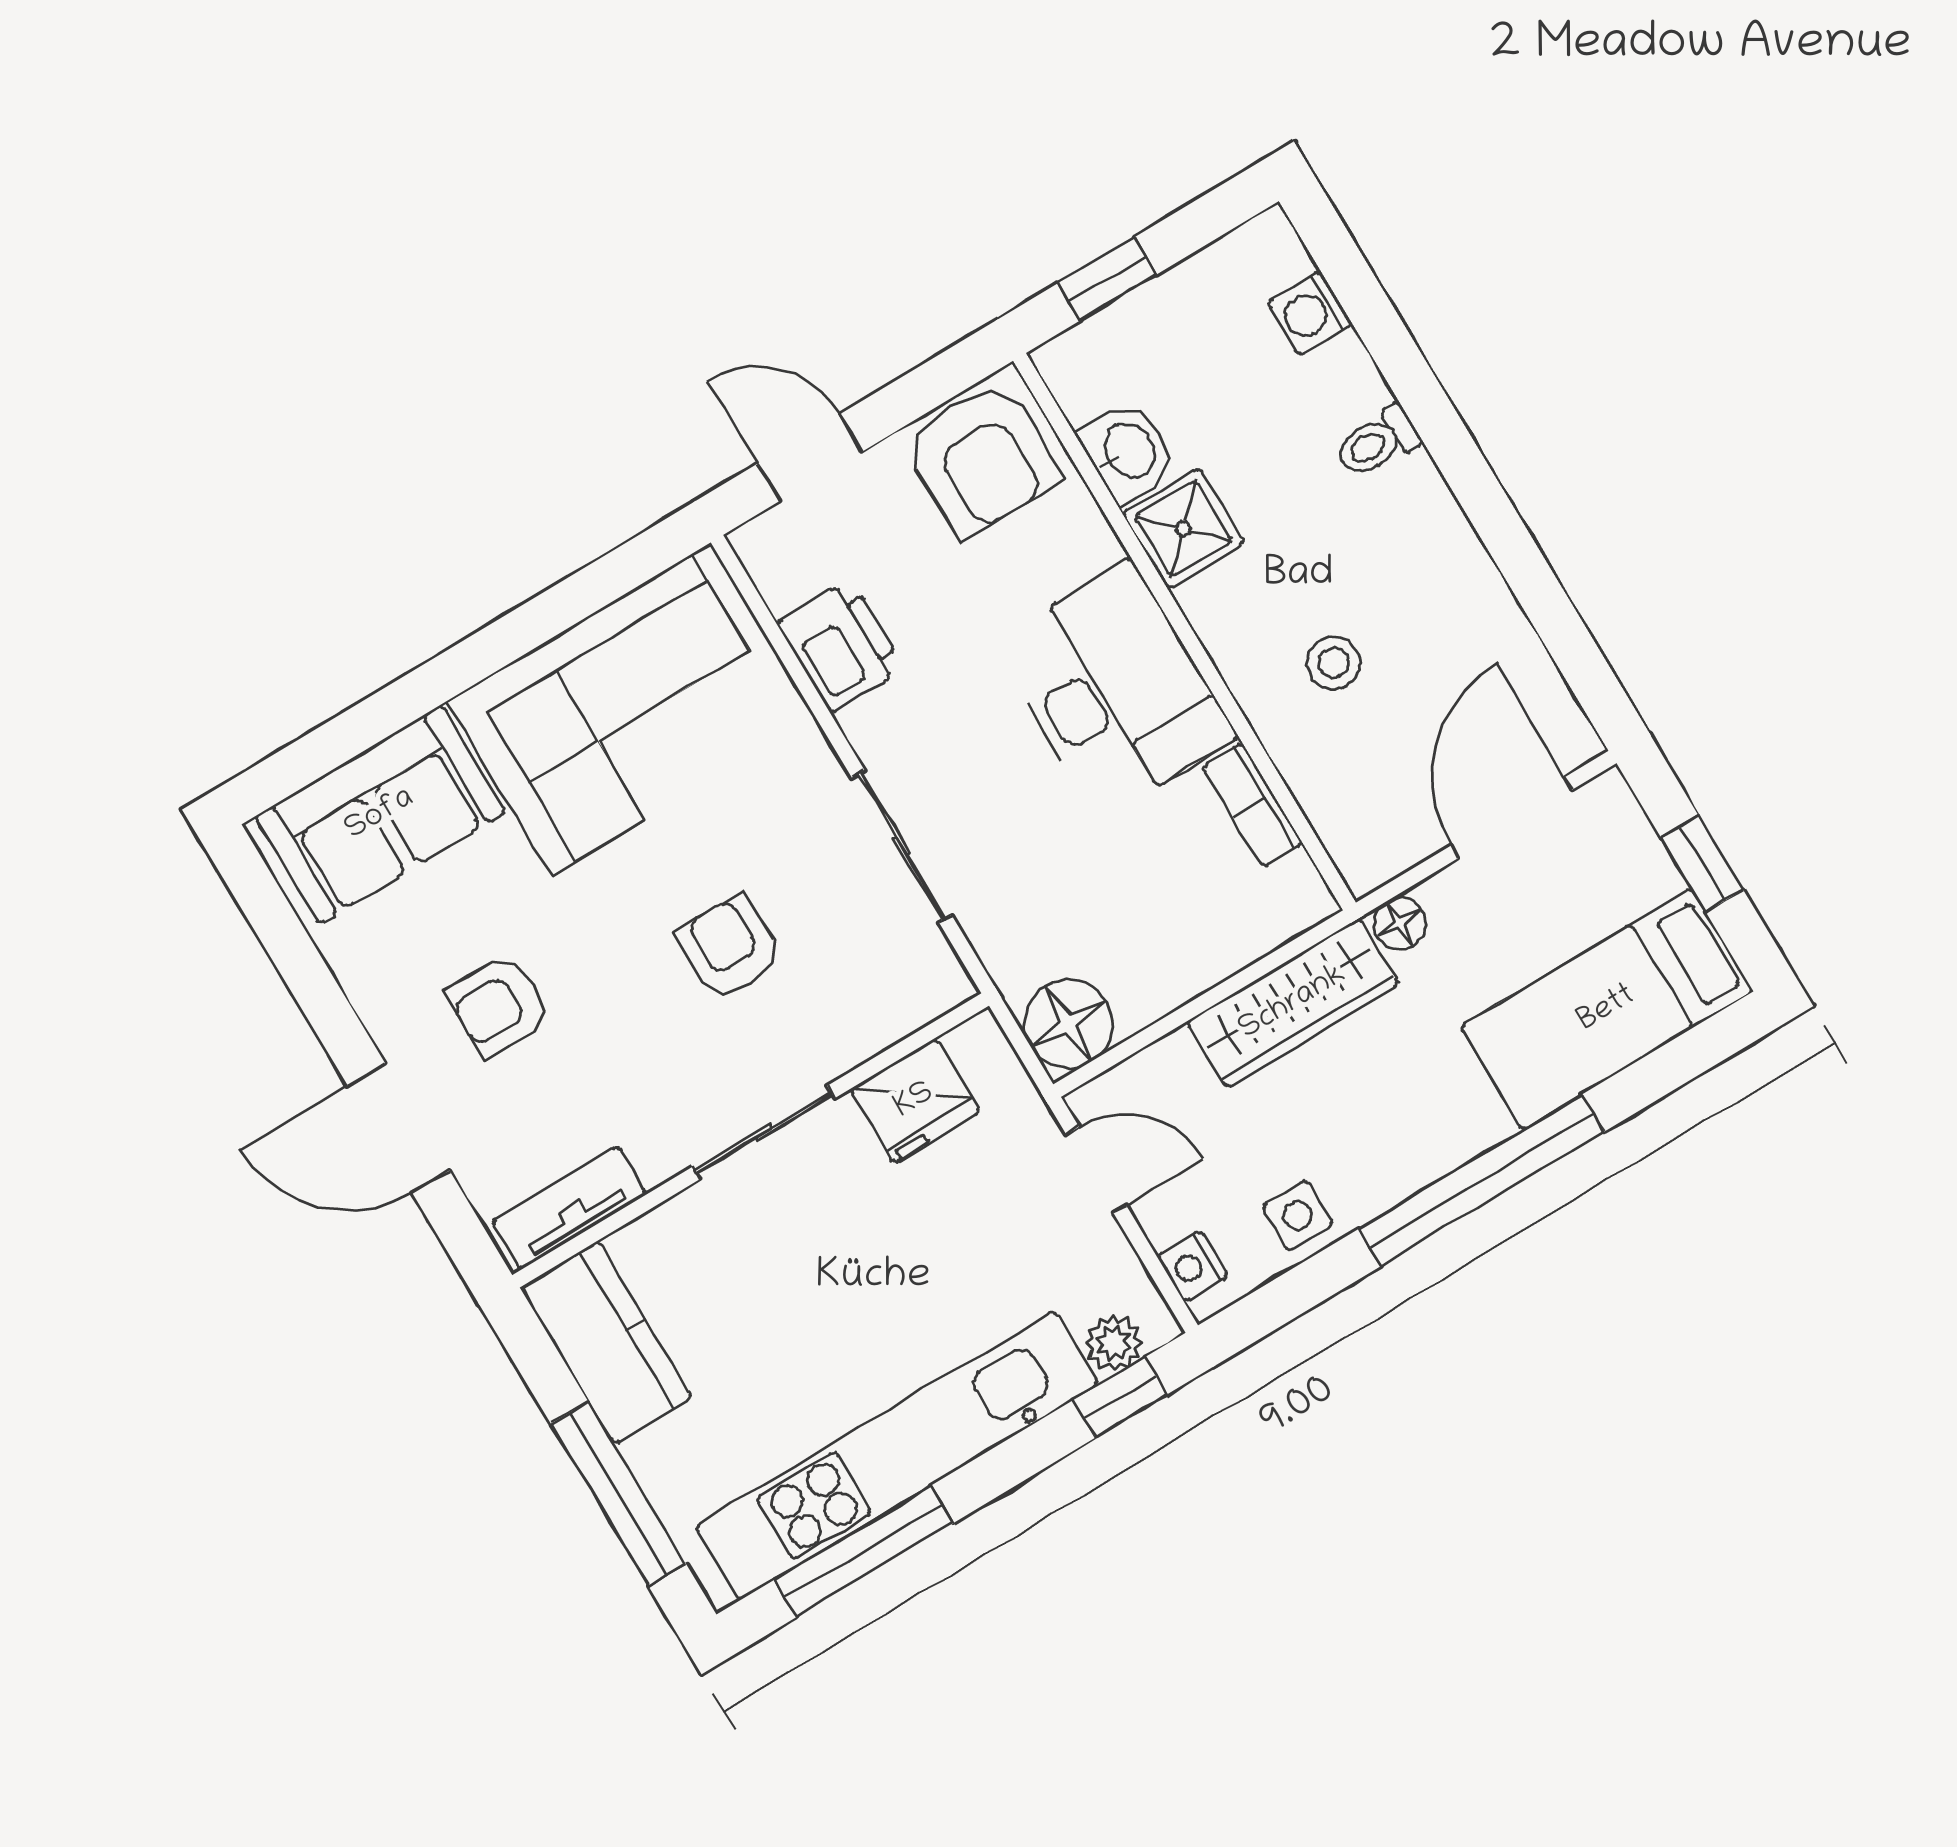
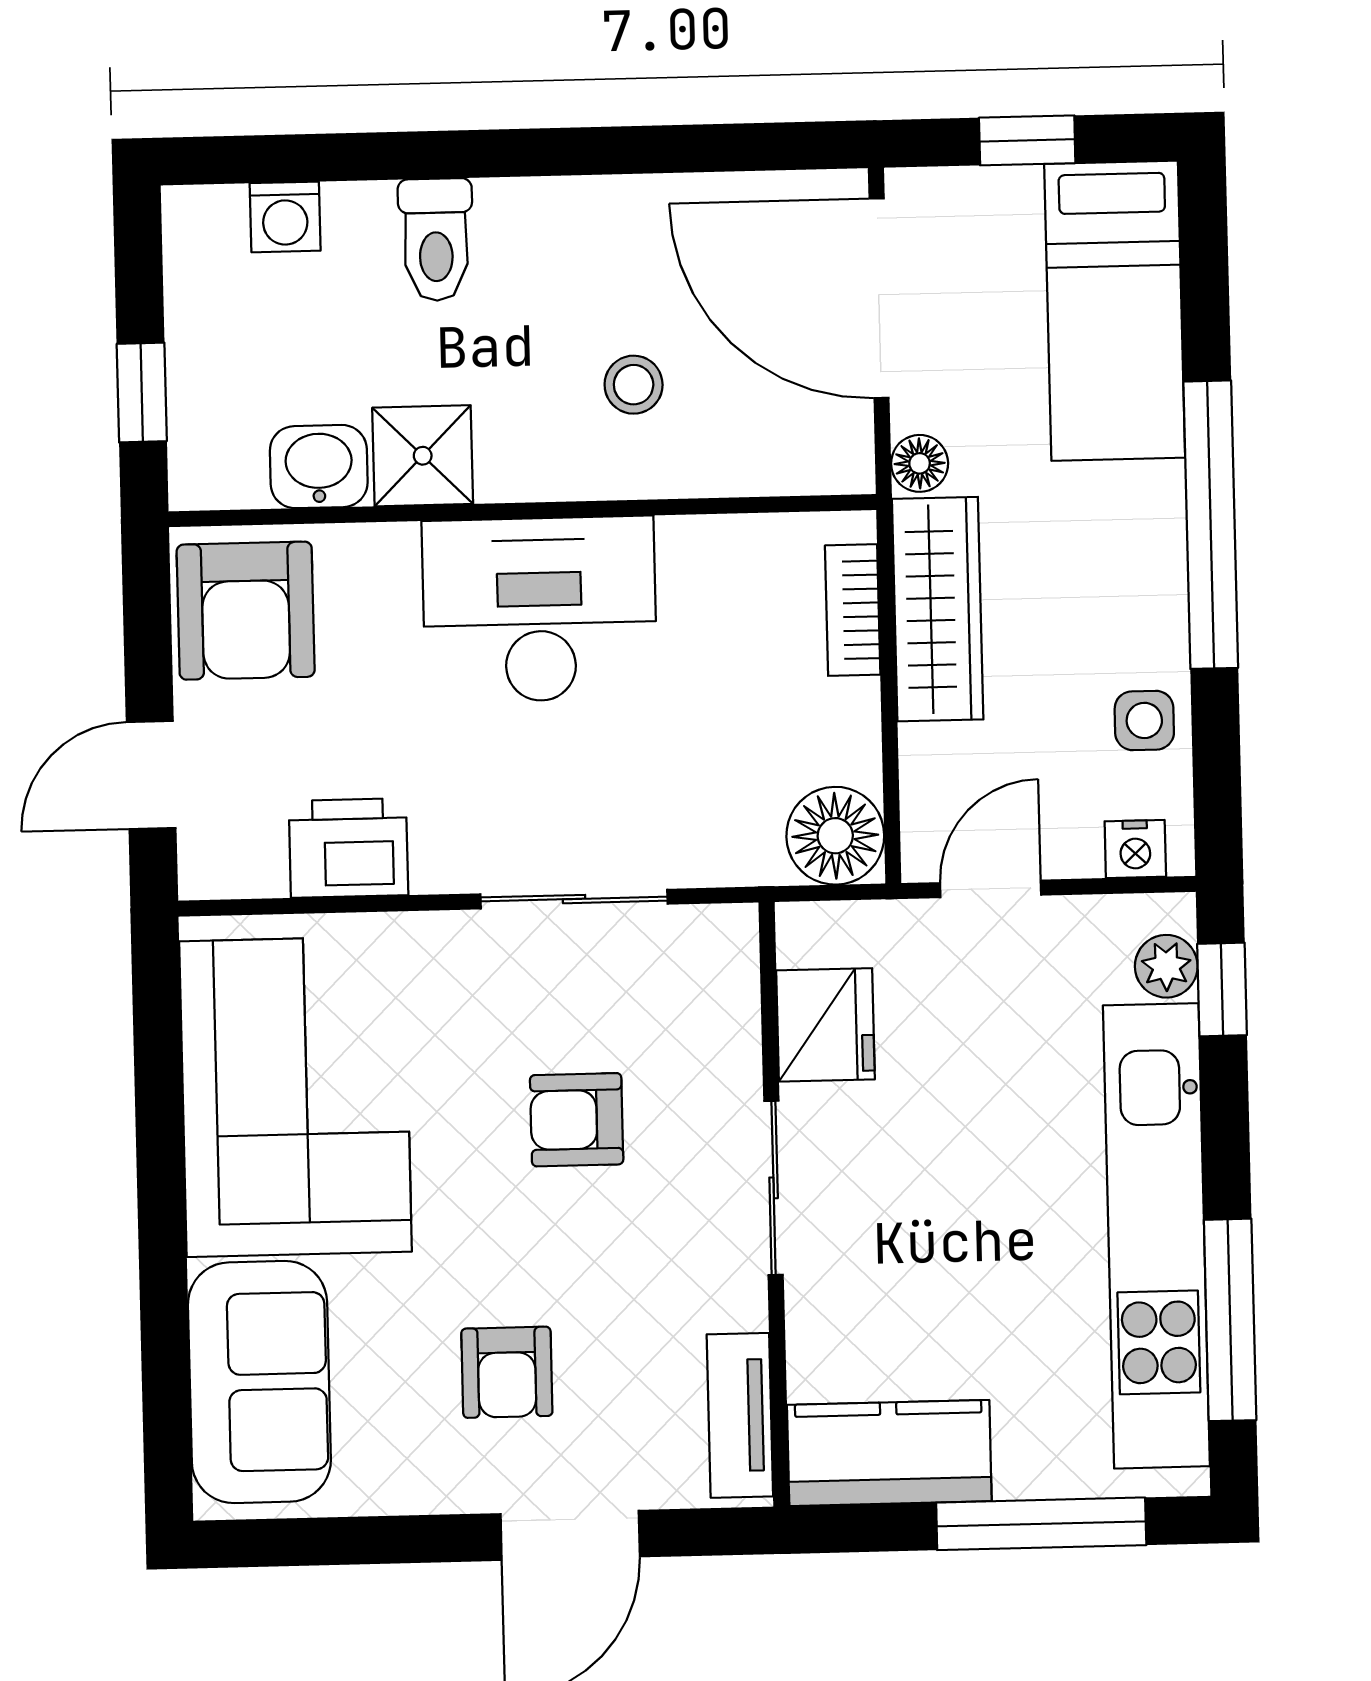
toilet: (1377, 442) -> (436, 240), width x1.37, depth x1.39
armchair: (982, 458) -> (246, 611), turned 90
bookcase: (1253, 805) -> (853, 610), moved, turned 90
door: (1512, 818) -> (879, 298), width x1.36

